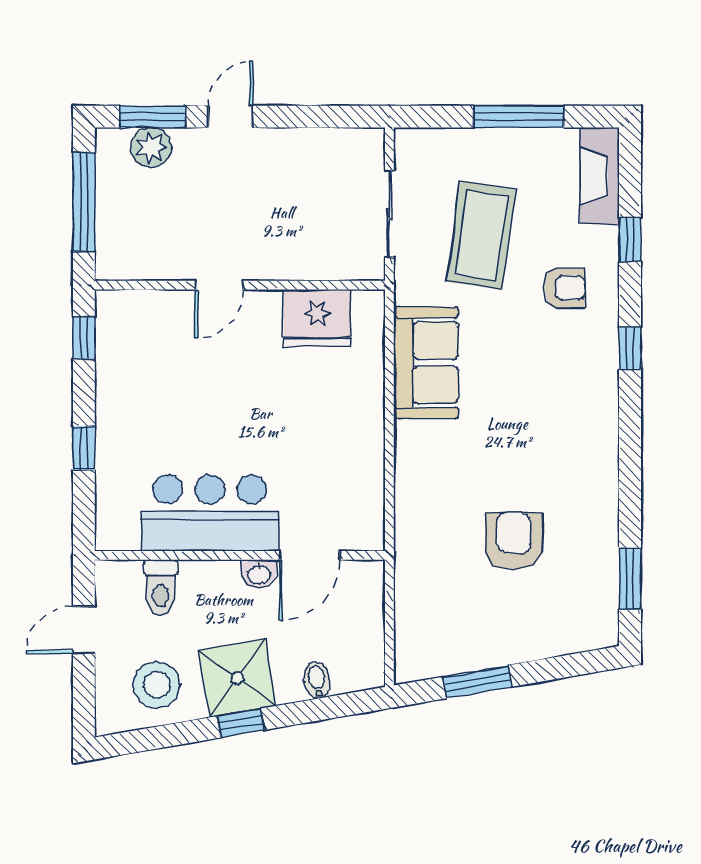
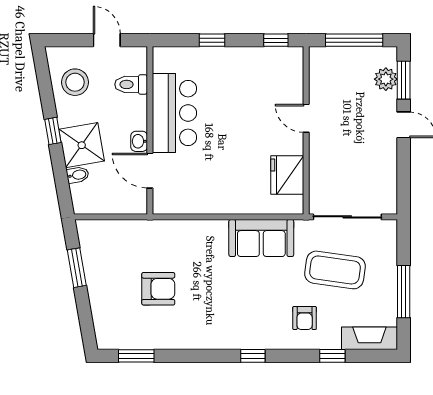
sliding door: (389, 214) -> (347, 217), width x1.37
window: (630, 348) -> (253, 356), moved
shower: (237, 678) -> (82, 145), moved

